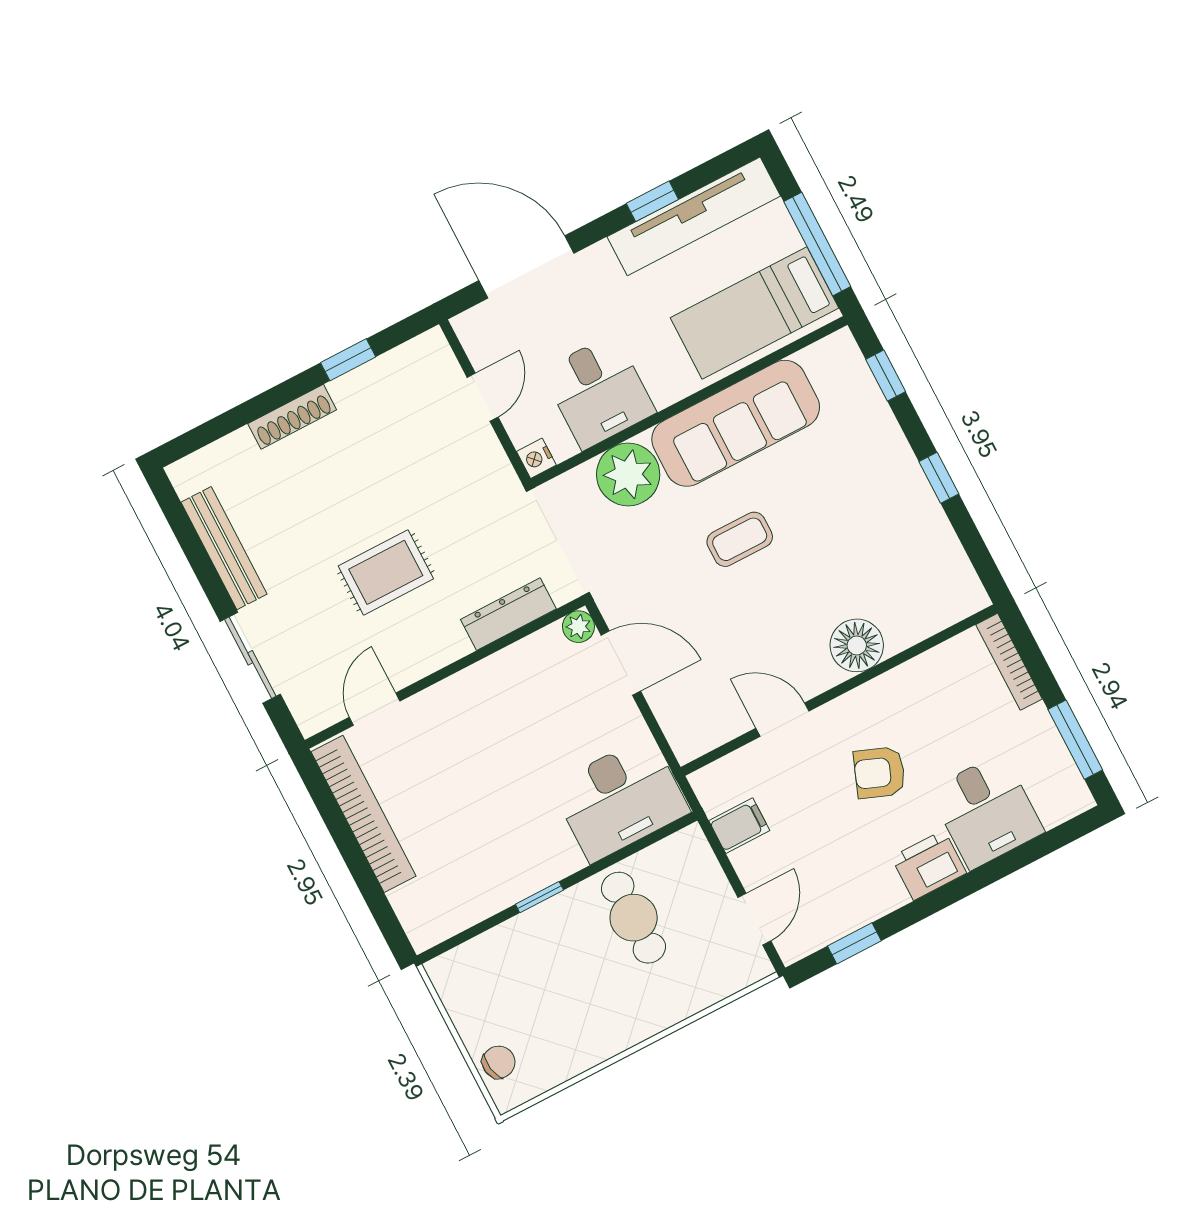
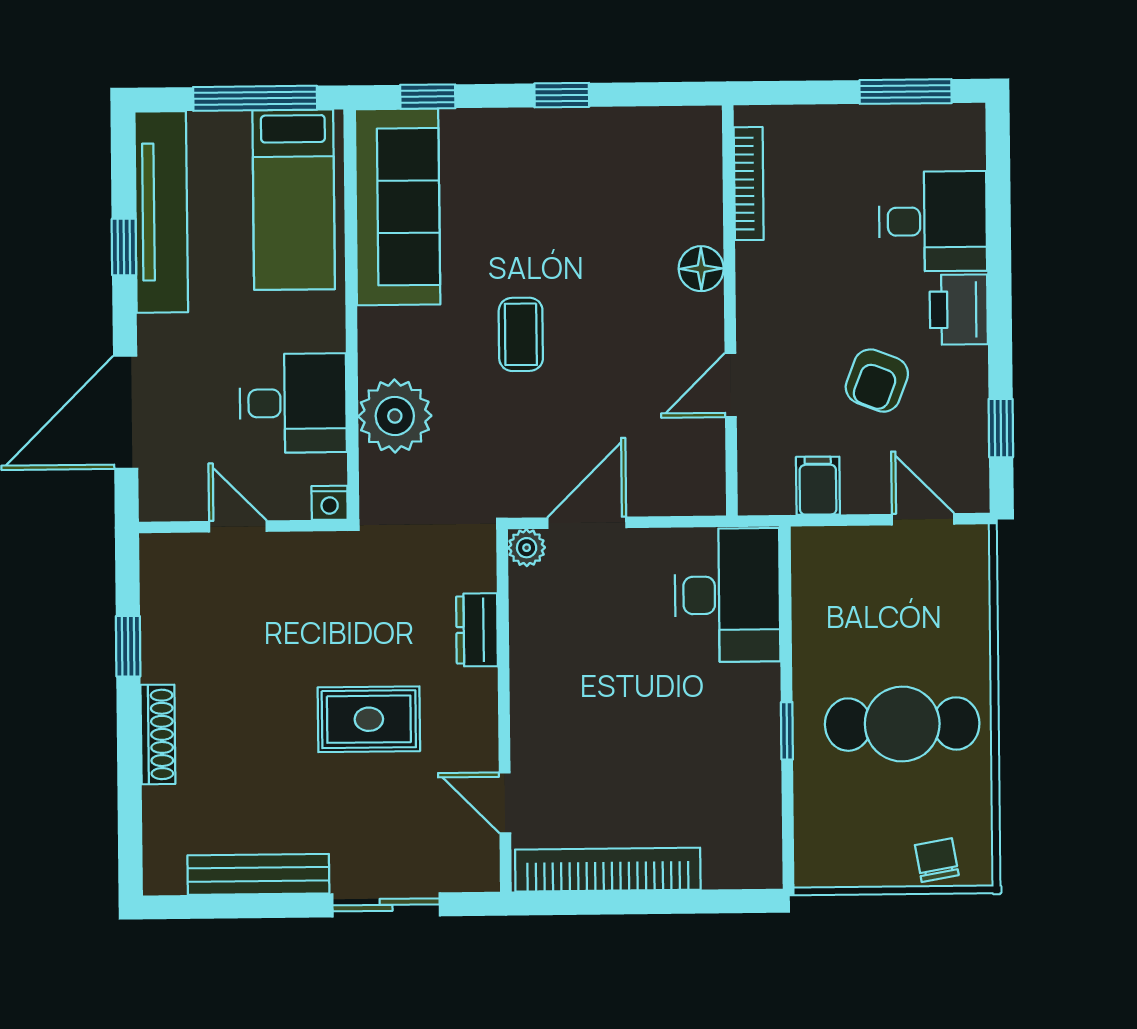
sofa: (736, 423) -> (398, 207), moved
rug: (386, 572) -> (369, 719), turned 90
dresser: (508, 614) -> (477, 630), width x0.70
floor lamp: (857, 645) -> (701, 269), width x0.73, depth x0.73
bookcase: (1009, 662) -> (749, 184), moved, turned -90
armchair: (879, 773) -> (877, 381), moved
cafe table: (634, 918) -> (902, 724), moved, width x1.37, depth x1.35

